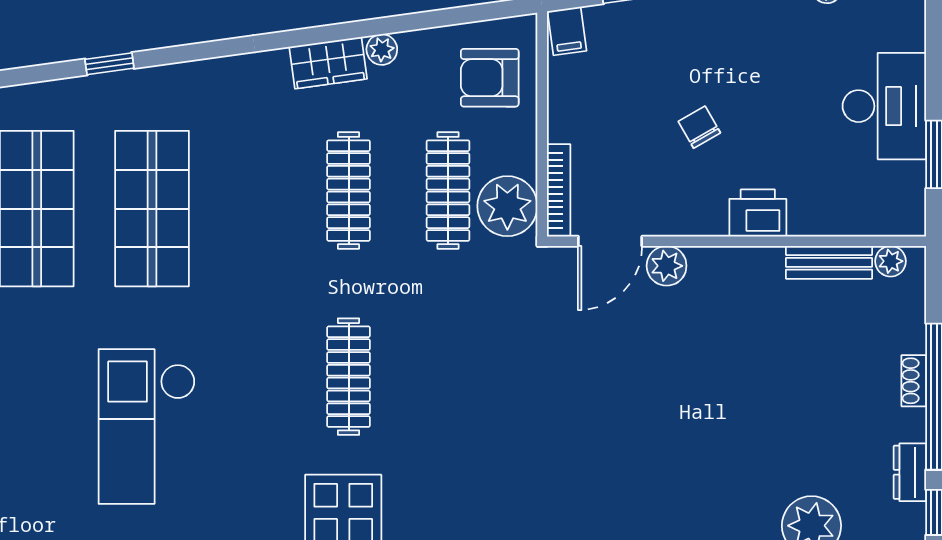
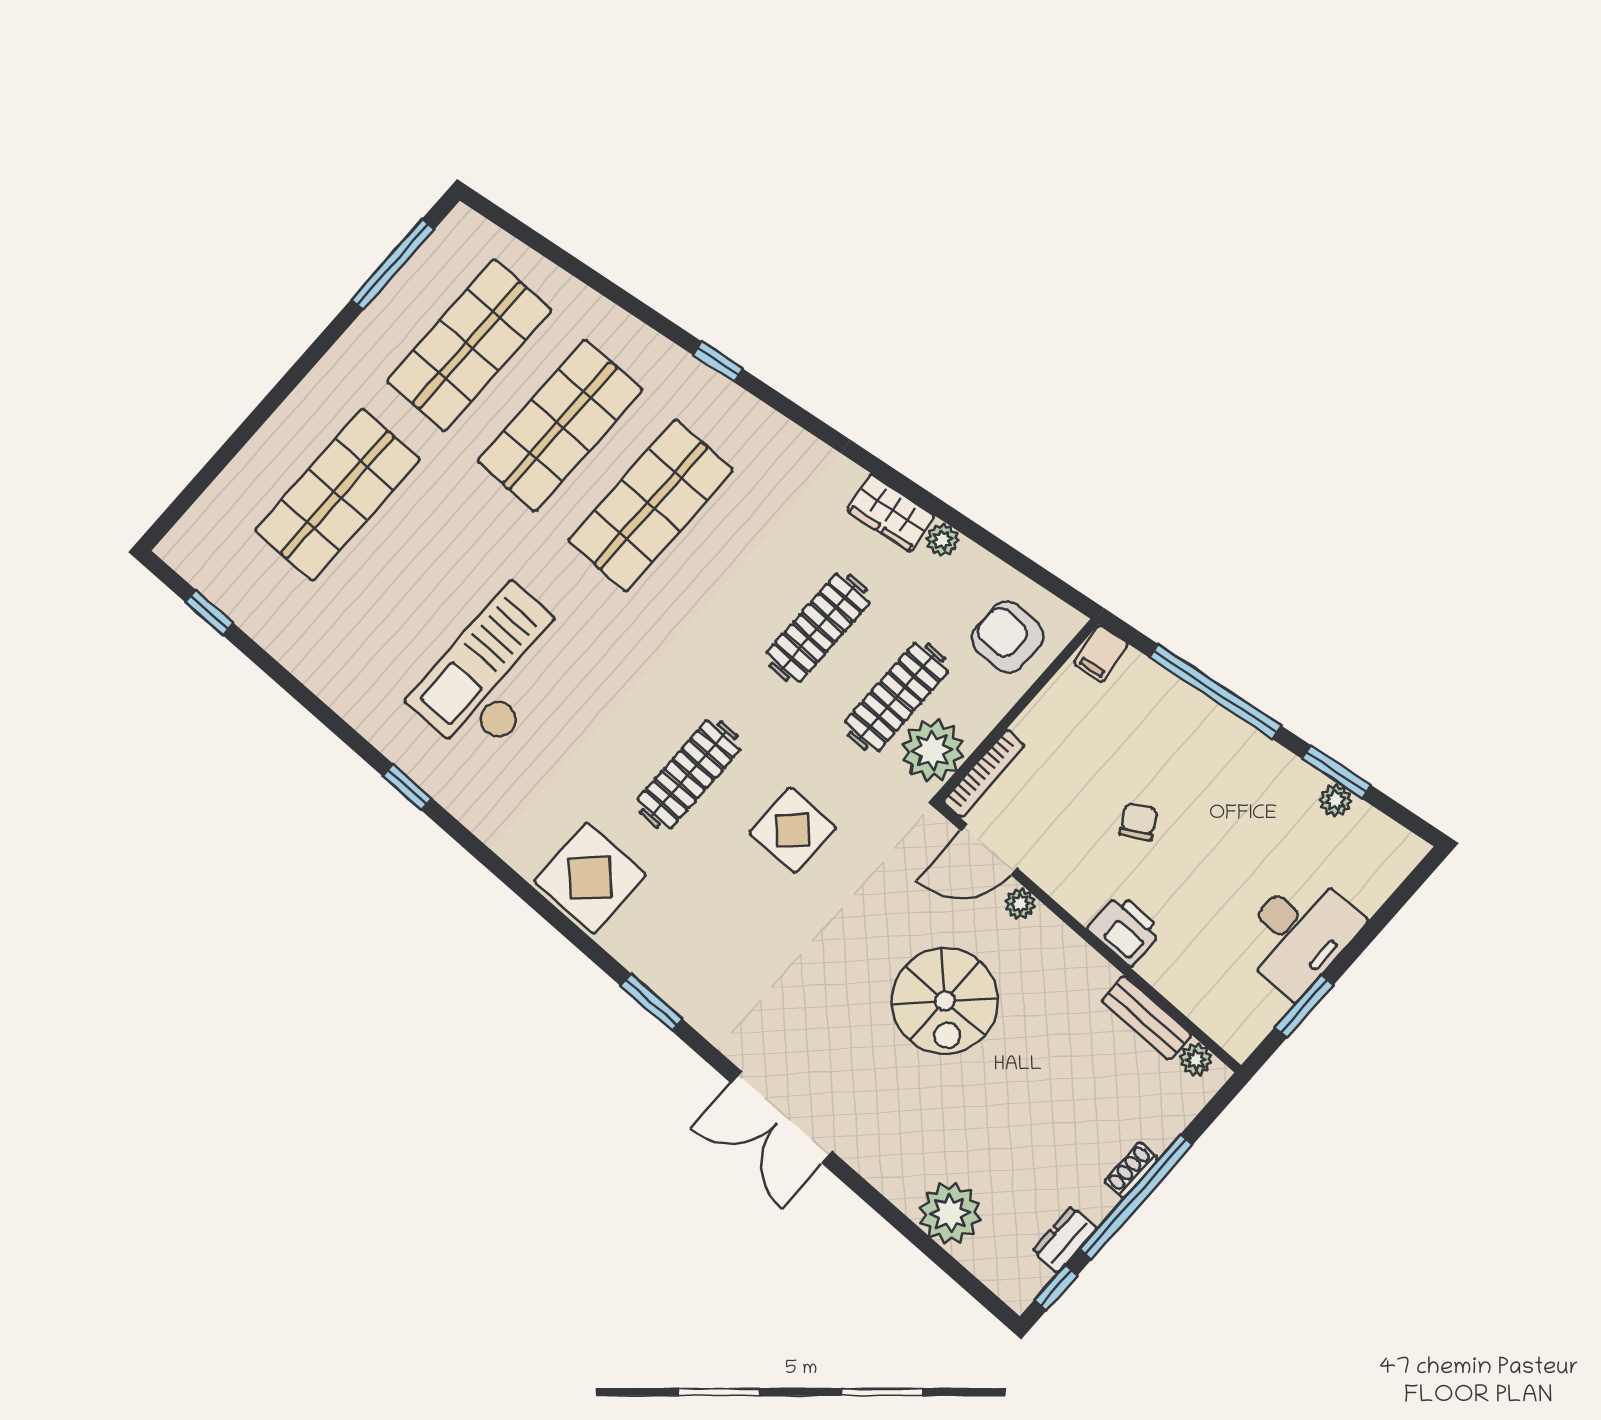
plant: (667, 266) -> (1020, 904), width x0.73, depth x0.73
display table: (458, 351) -> (793, 830), added
spiral stairs: (674, 377) -> (945, 1001), added

